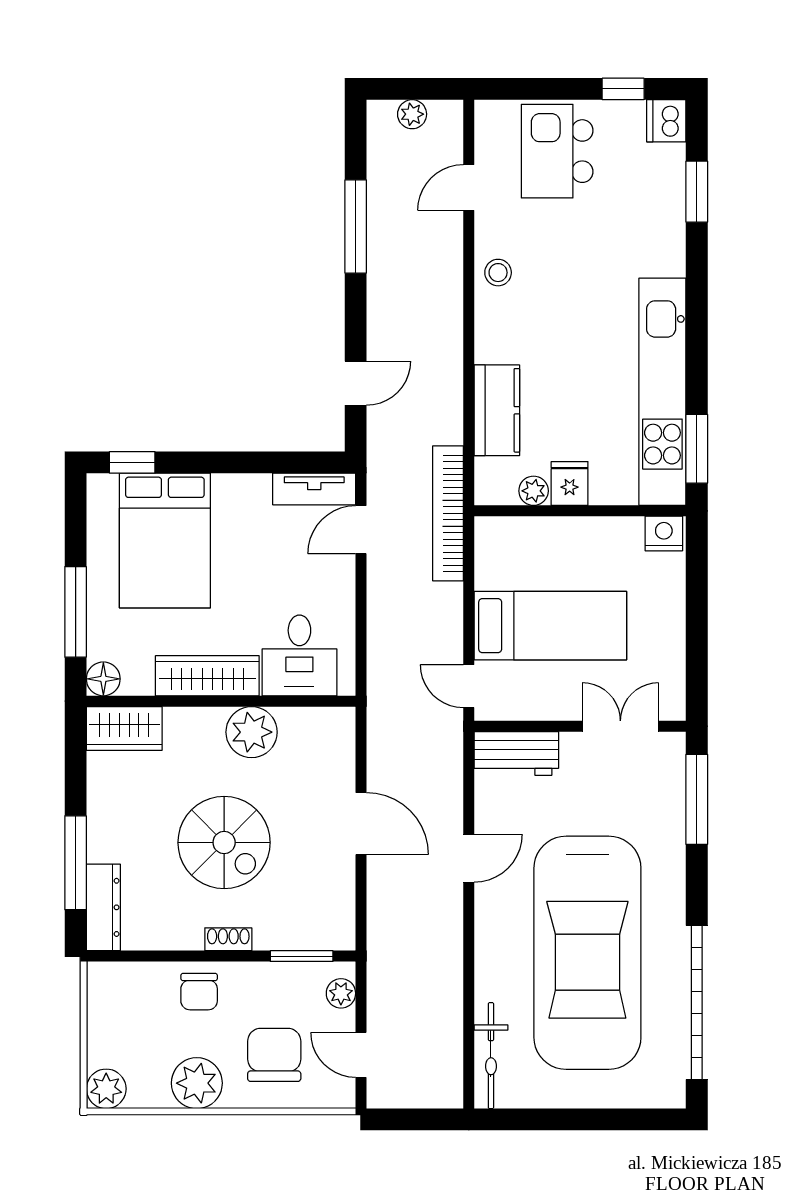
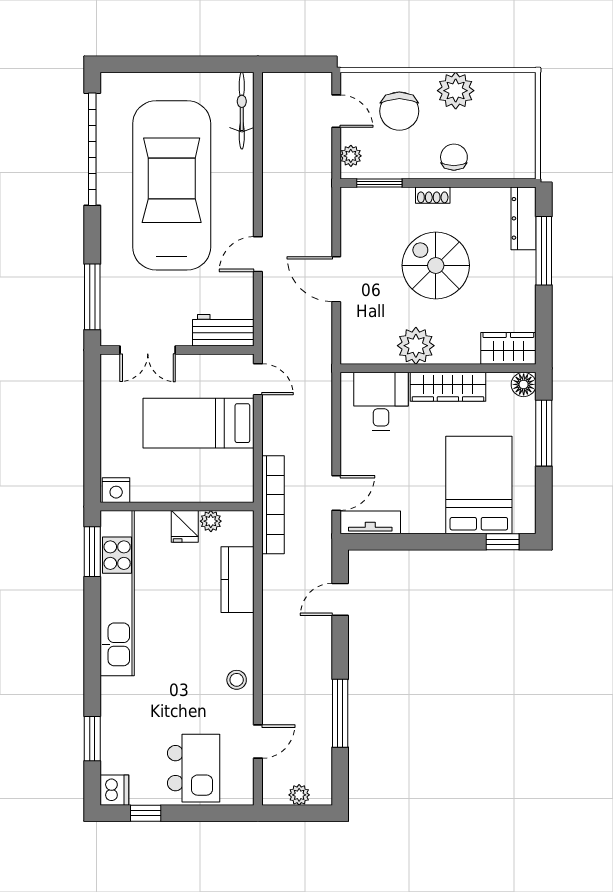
plant: (106, 1089) -> (521, 86), removed

